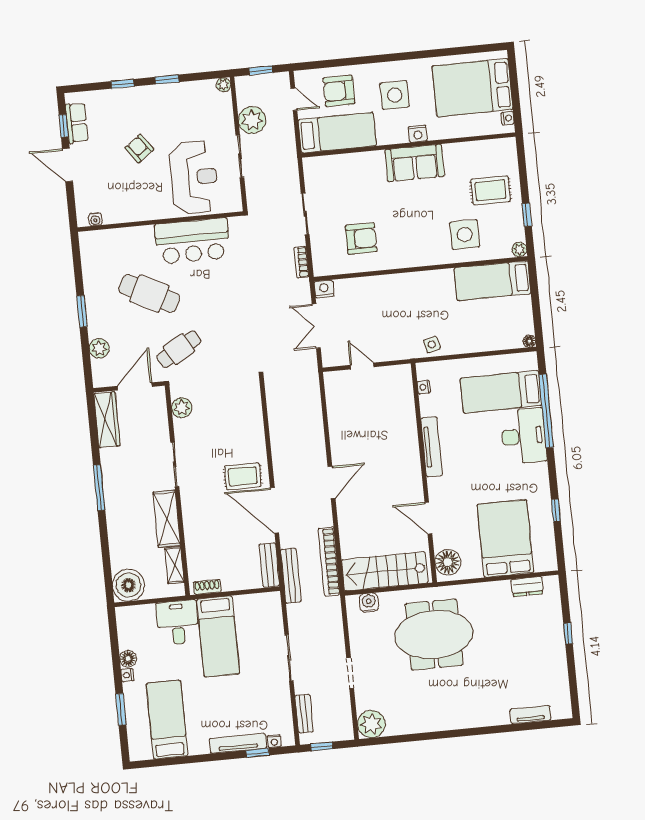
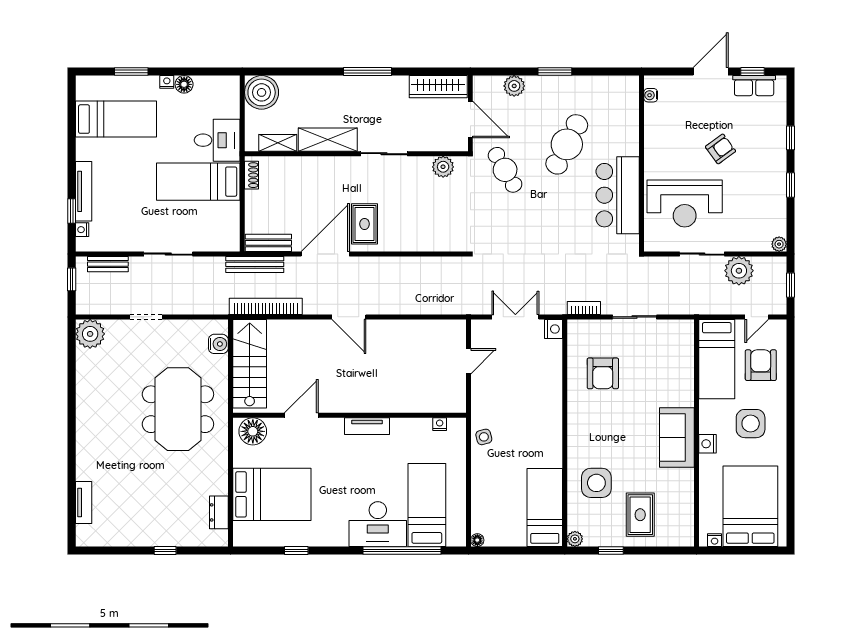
tv unit: (432, 447) -> (367, 426), width x0.71

